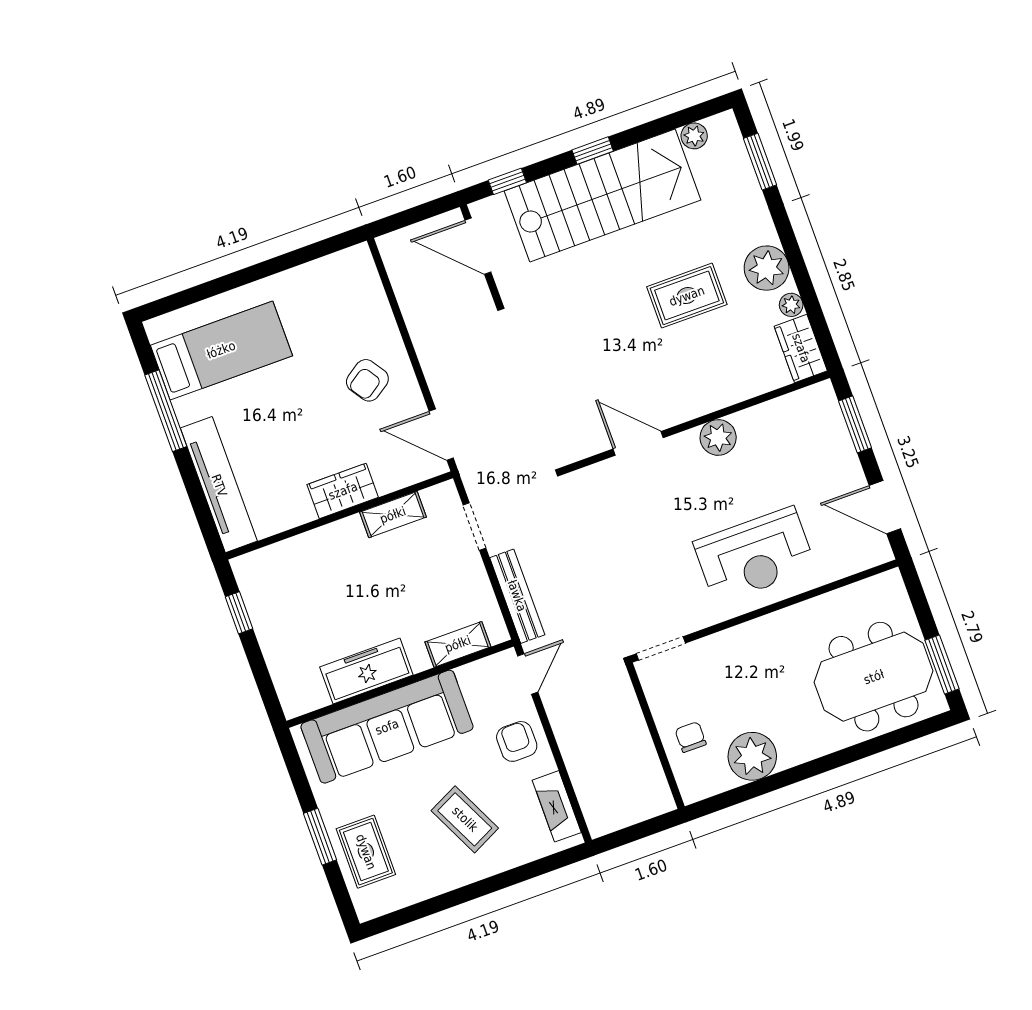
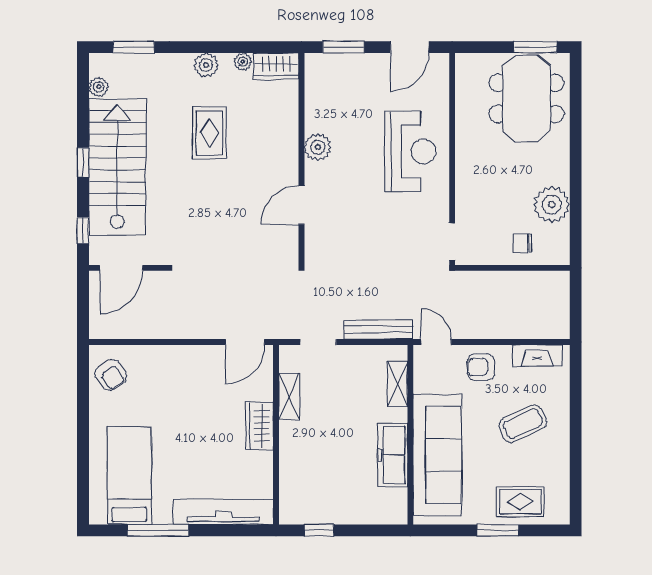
plant: (767, 268) -> (206, 65), width x0.73, depth x0.73
armchair: (367, 380) -> (111, 375), moved

